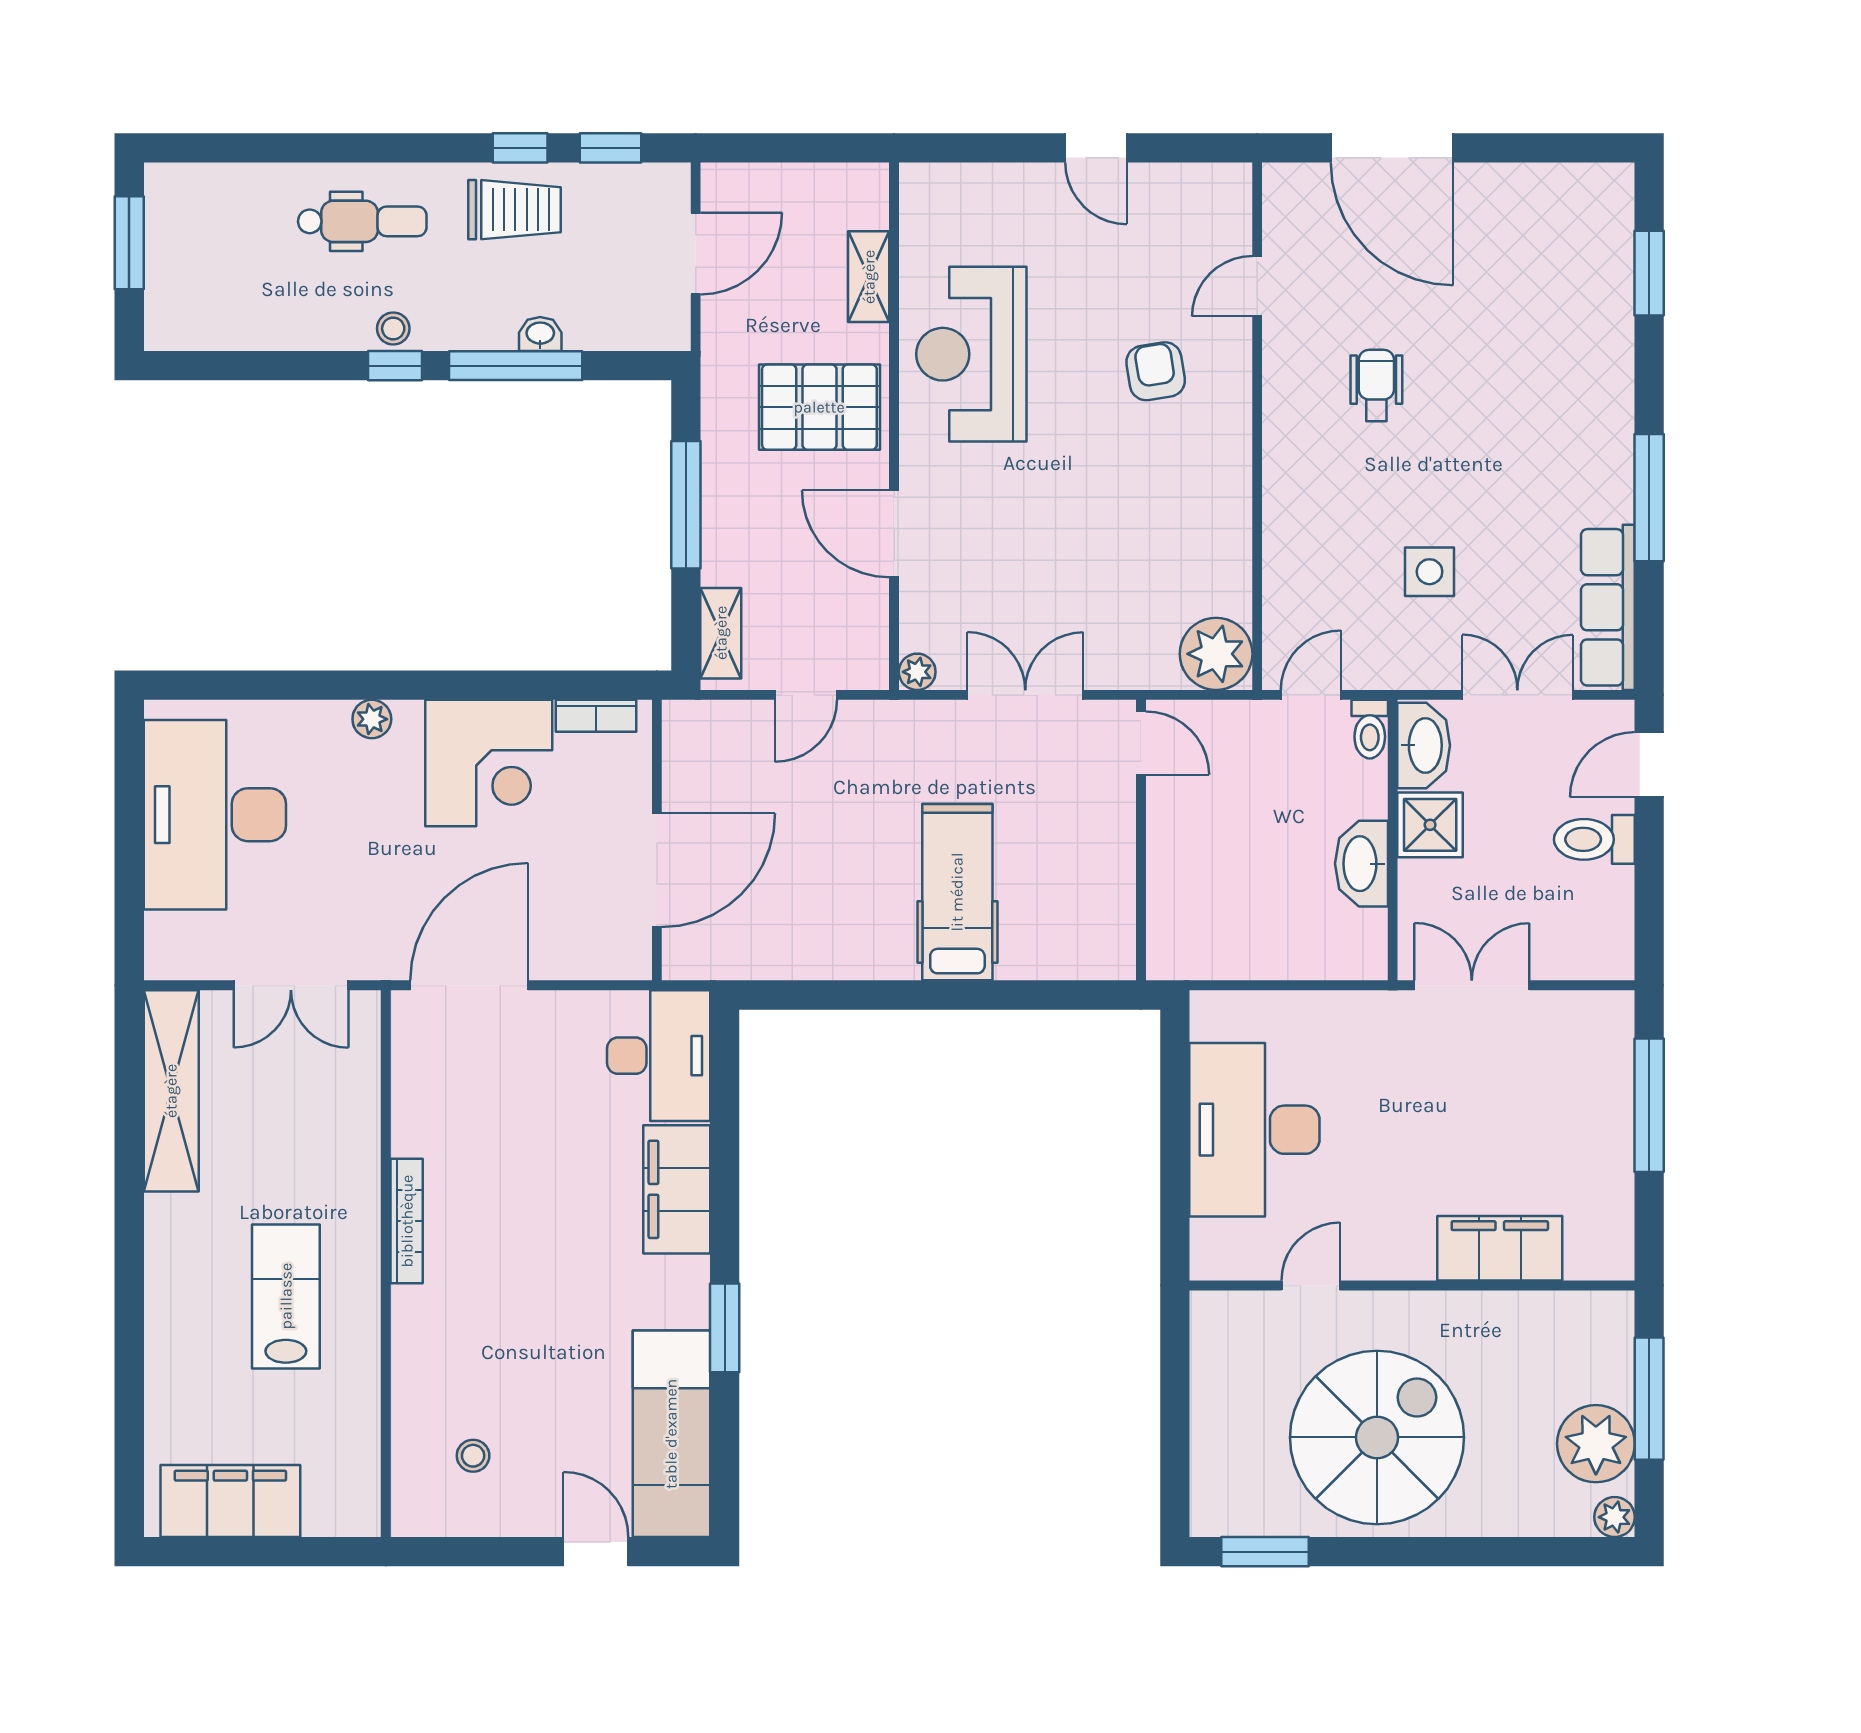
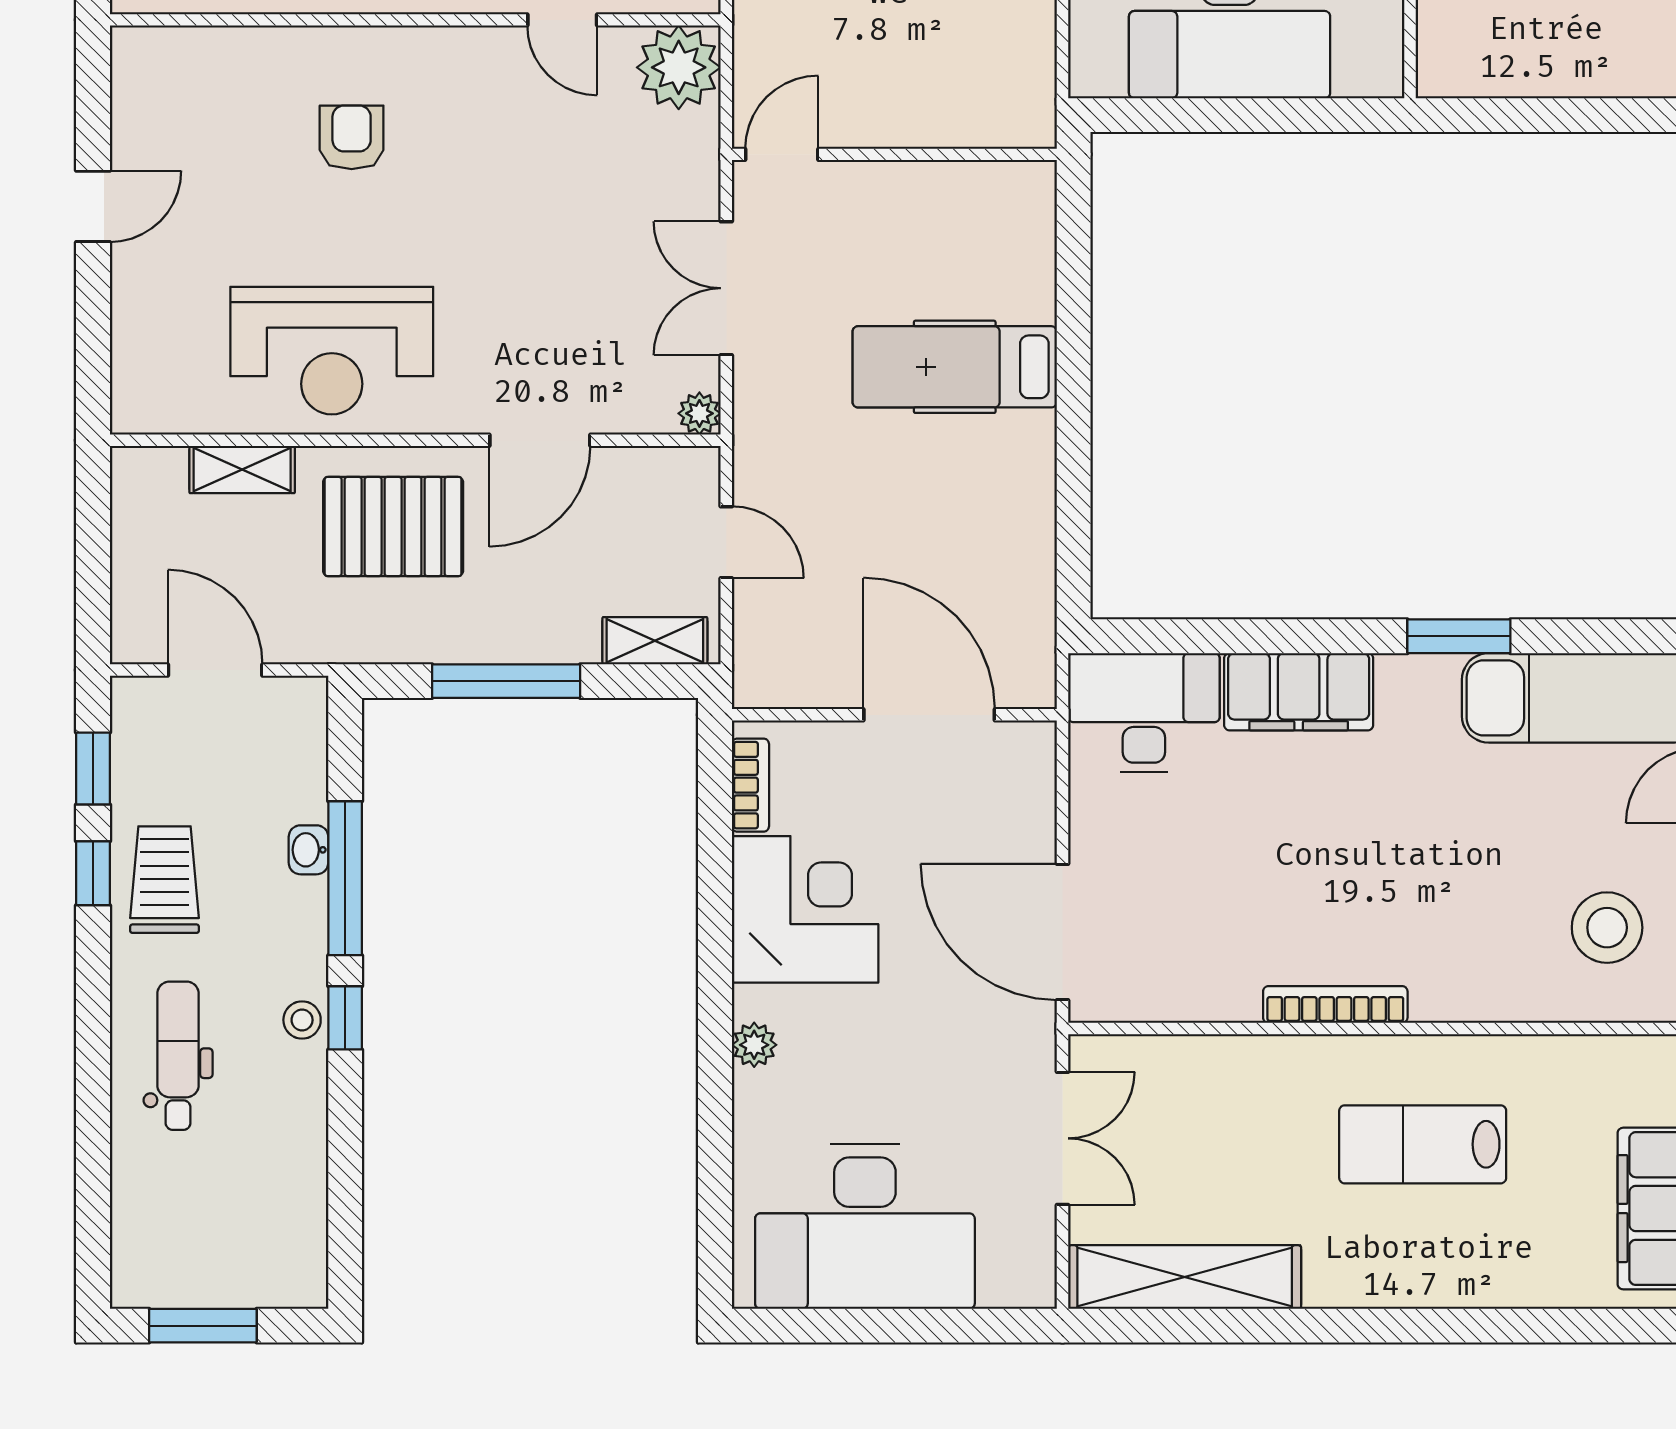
door: (1257, 286) -> (562, 20), moved
armchair: (1156, 371) -> (352, 137), turned 99
pallet: (819, 407) -> (393, 527), turned 90
stool: (473, 1456) -> (1607, 928), width x1.89, depth x1.89

